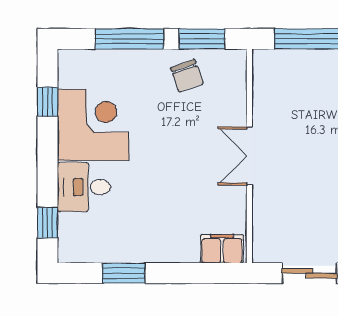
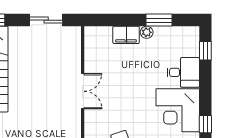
filing cabinet: (222, 249) -> (126, 35), moved
plant: (144, 253) -> (147, 32), added

